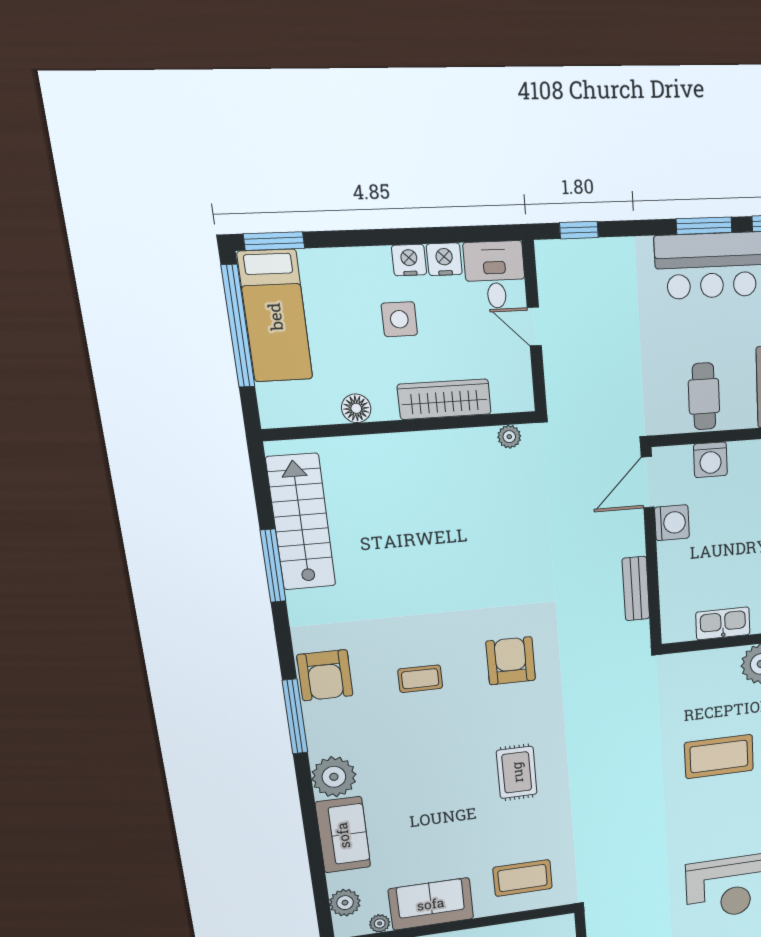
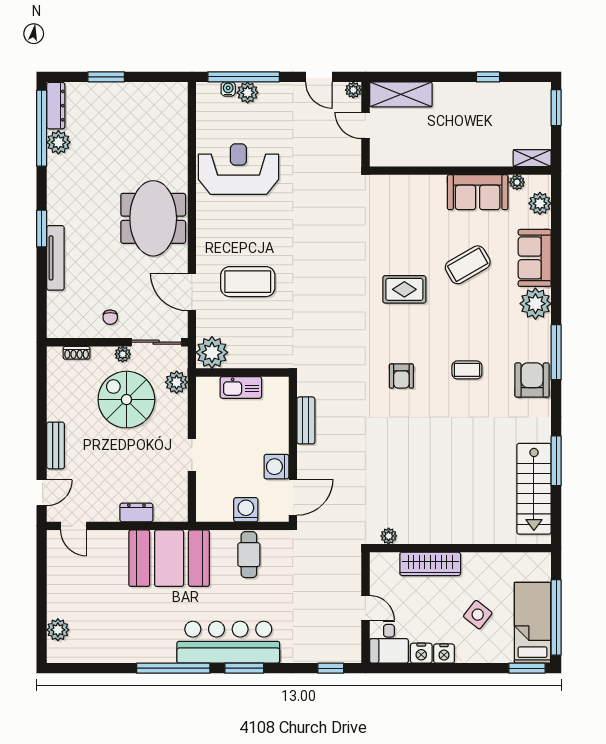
side table: (399, 319) -> (478, 615), moved, turned 38
floor lamp: (356, 408) -> (489, 562), removed
armchair: (511, 661) -> (401, 376), width x0.72, depth x0.72
rug: (517, 772) -> (404, 289), turned 90
coffee table: (523, 878) -> (468, 265), moved, turned -30

